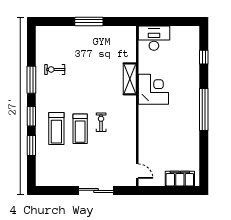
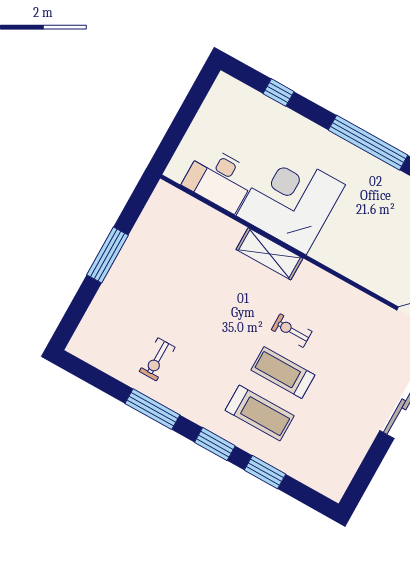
desk: (154, 38) -> (219, 179), moved, turned -90
shelving: (130, 79) -> (269, 254), moved
corner desk: (153, 89) -> (291, 200), width x1.36, depth x1.36
treadmill: (80, 129) -> (283, 372), turned 180

